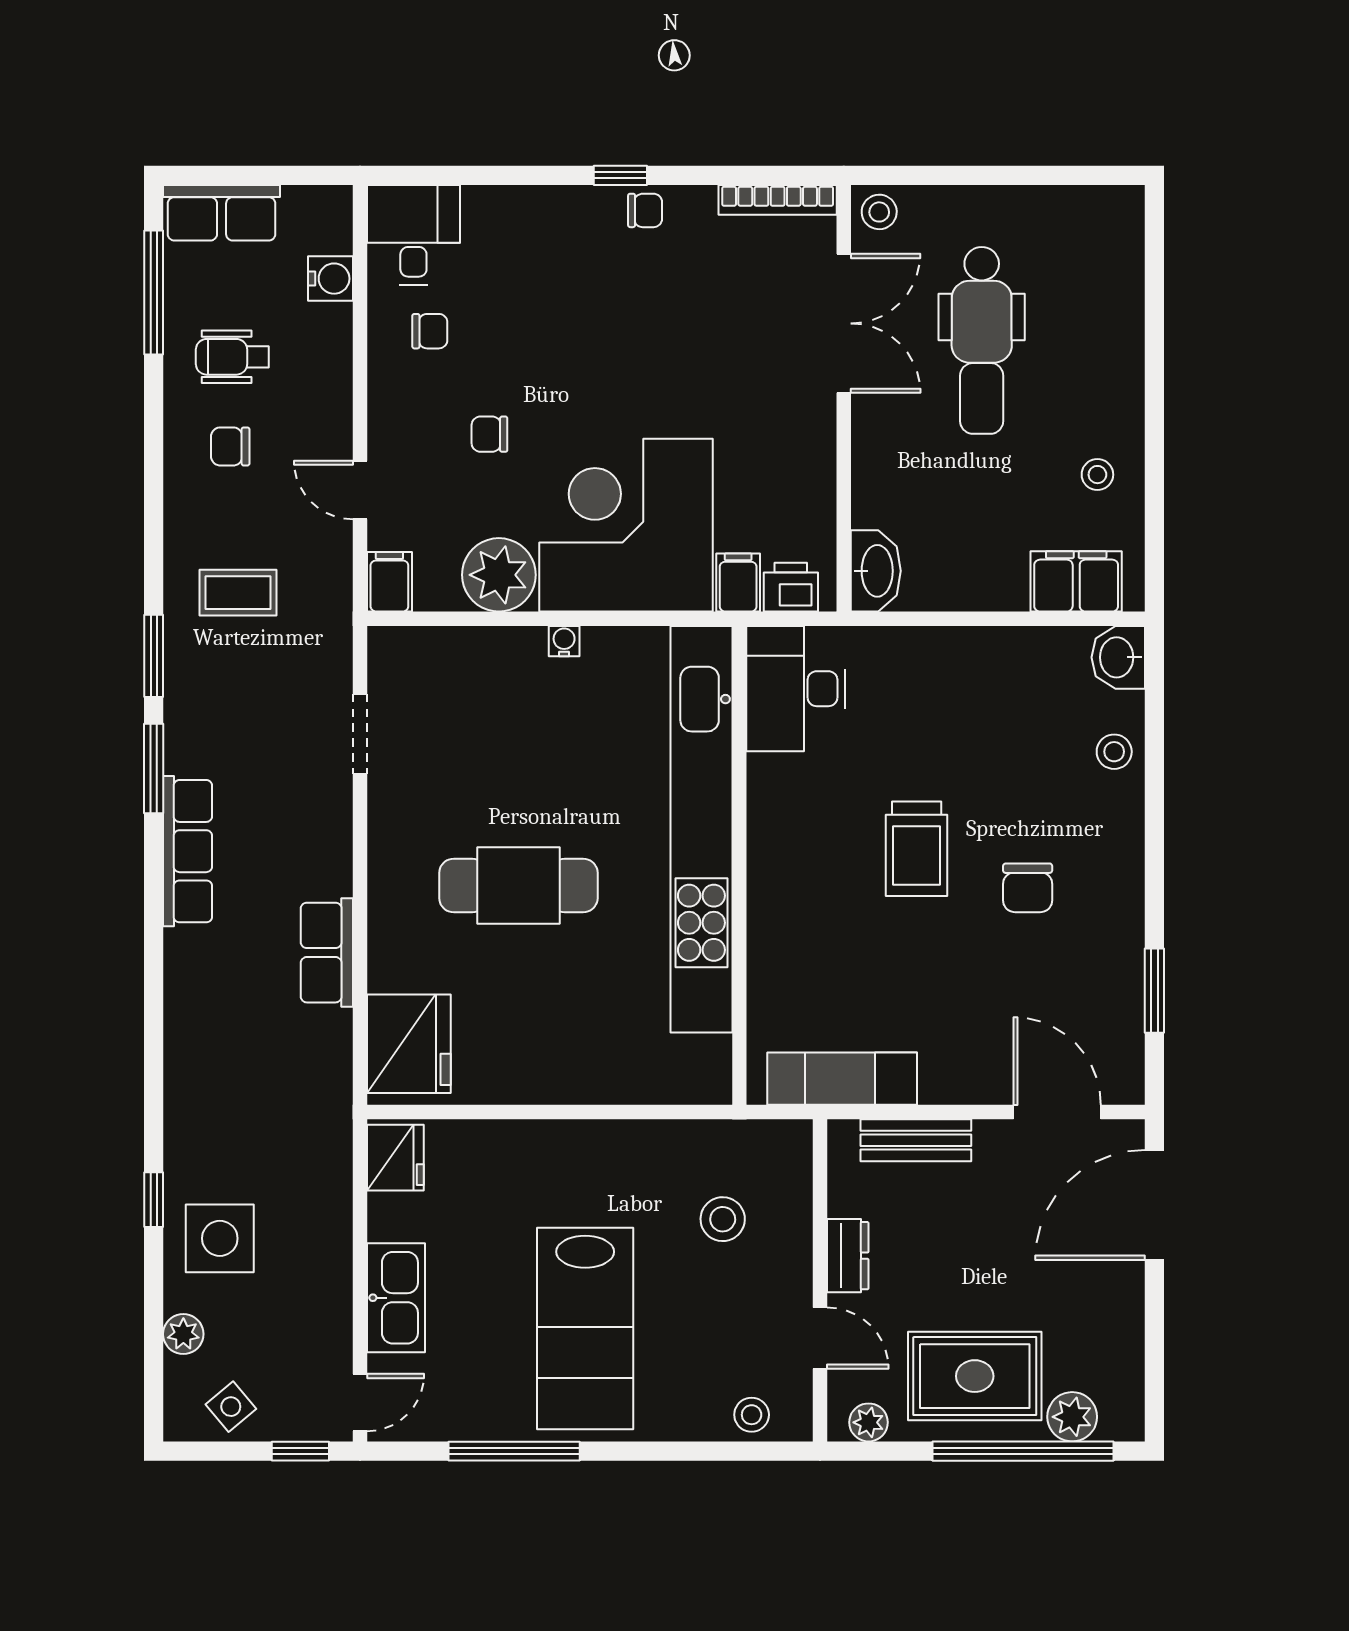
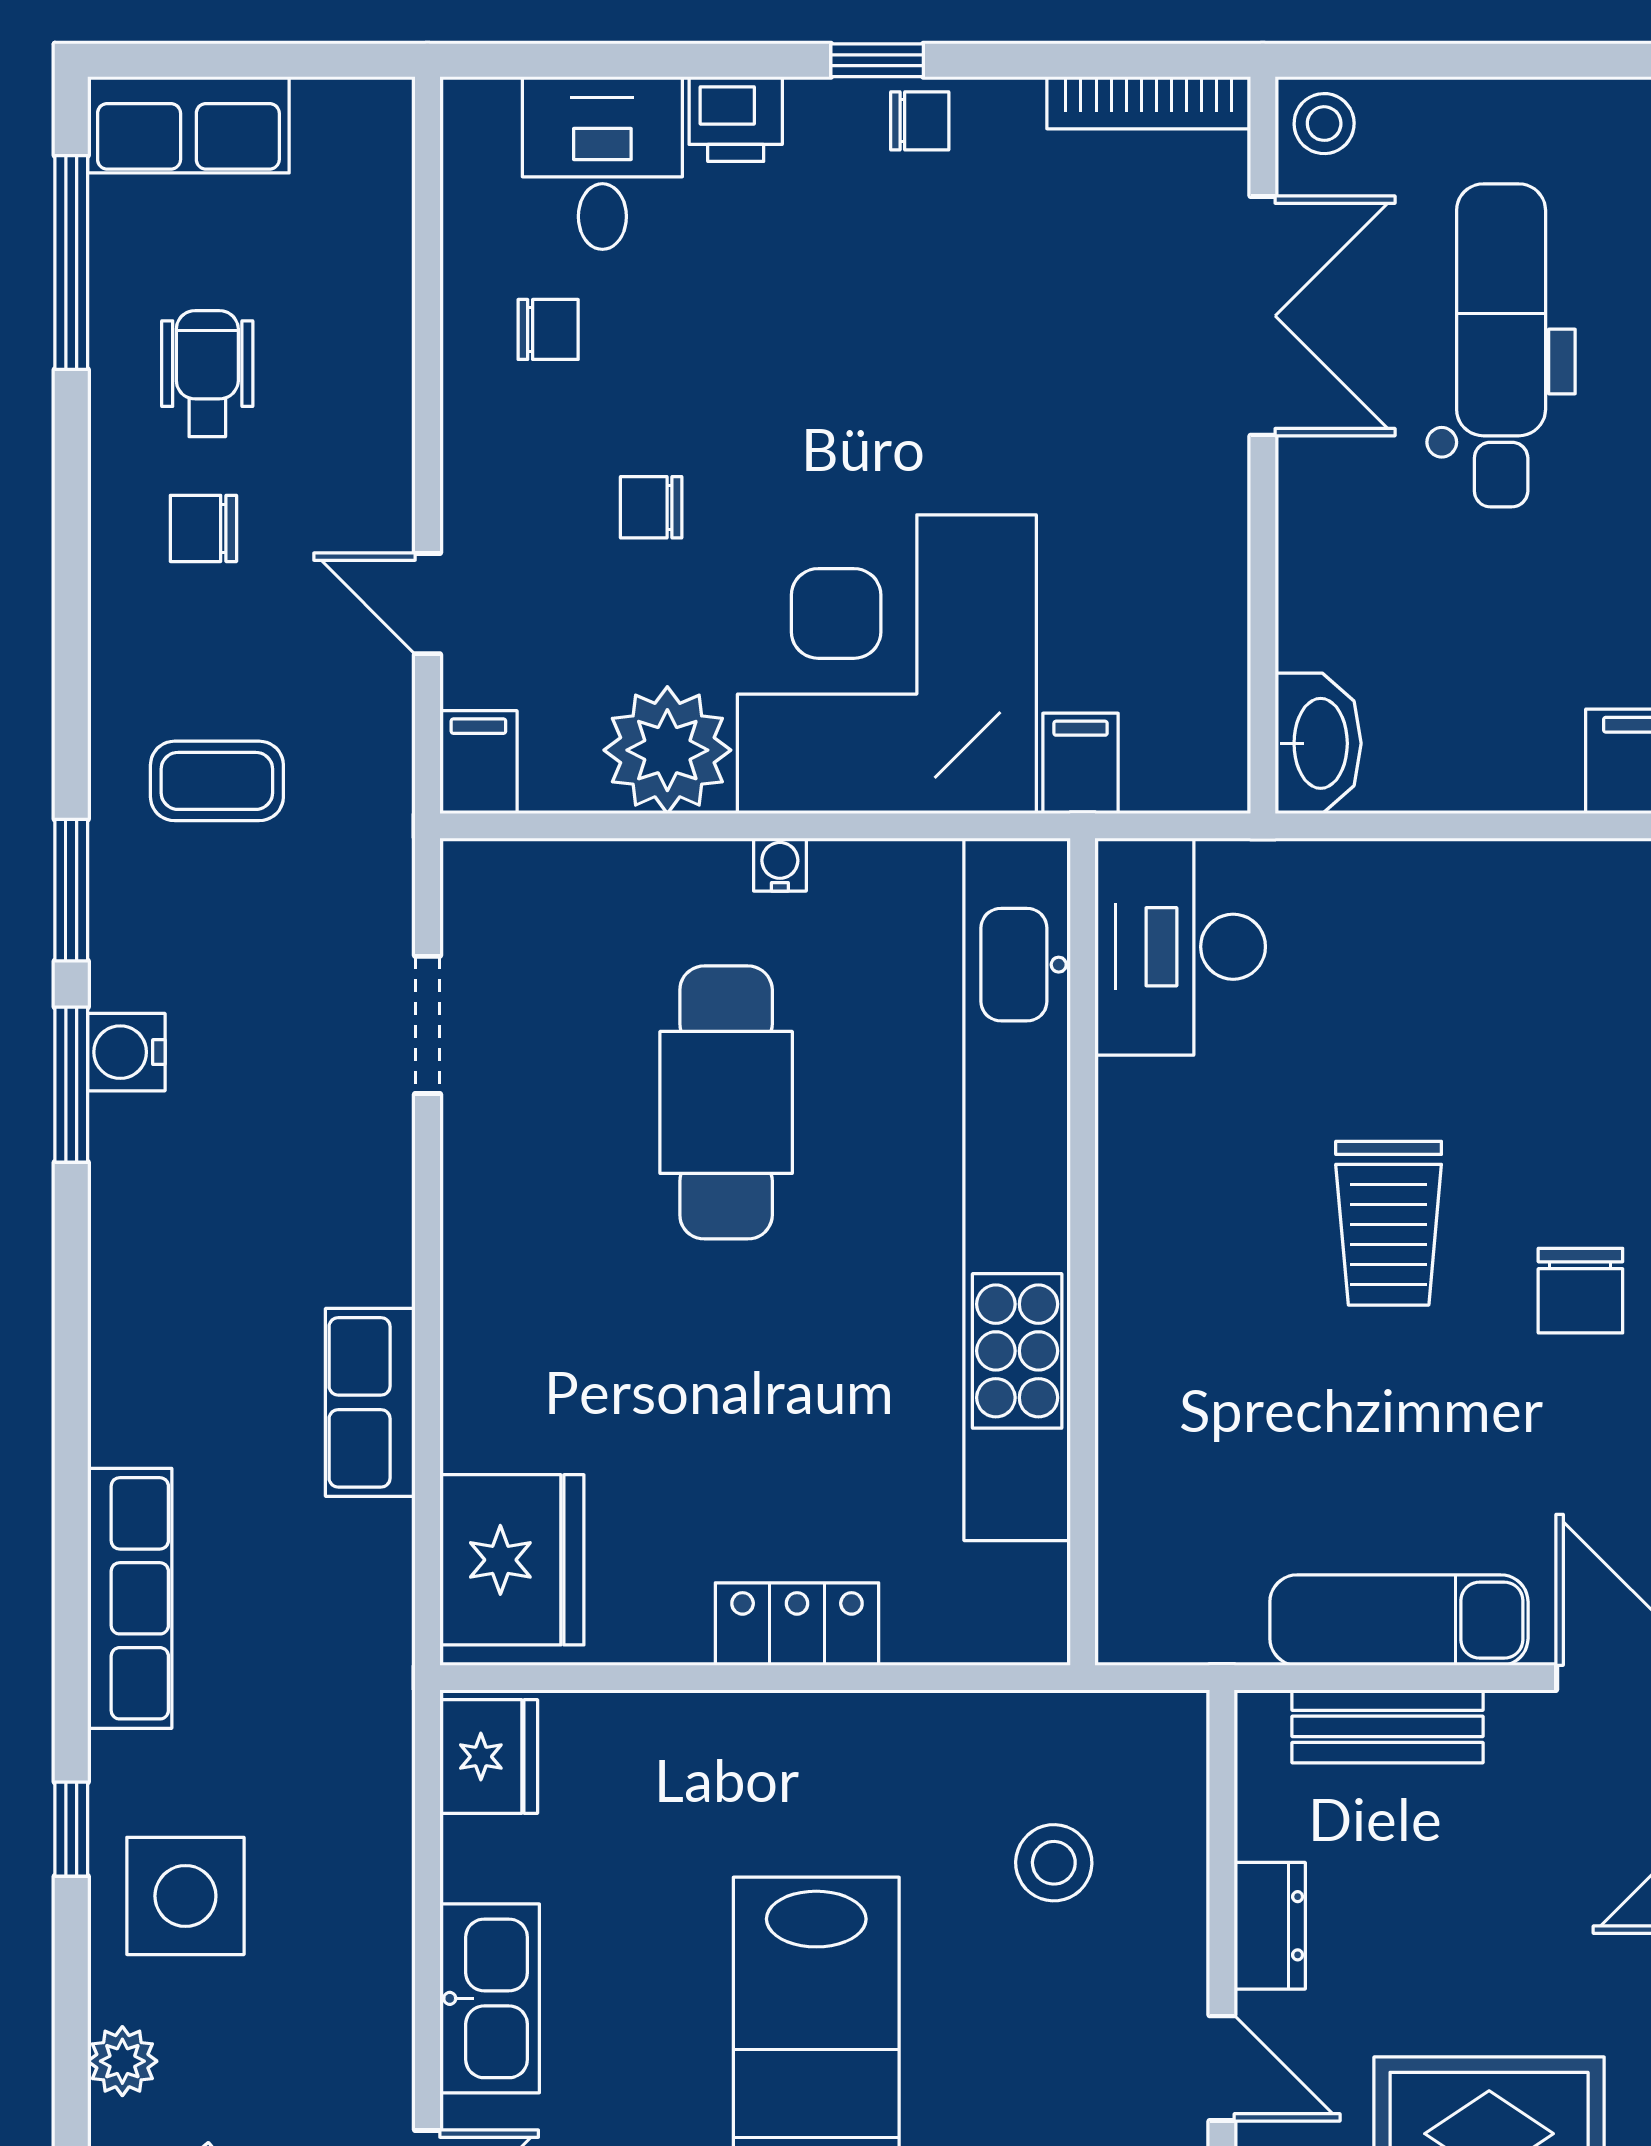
desk: (413, 235) -> (602, 163), moved
water cooler: (330, 279) -> (126, 1052), moved, turned 180
dental chair: (982, 340) -> (1501, 345), turned 180
wheelchair: (232, 357) -> (207, 374), turned 90
printer: (791, 587) -> (736, 119), moved, turned 180
row of seats: (188, 851) -> (130, 1598), moved
cafe table: (518, 885) -> (726, 1102), moved, turned 90
exam couch: (842, 1079) -> (1399, 1620), moved
locker: (574, 1081) -> (797, 1624), added

